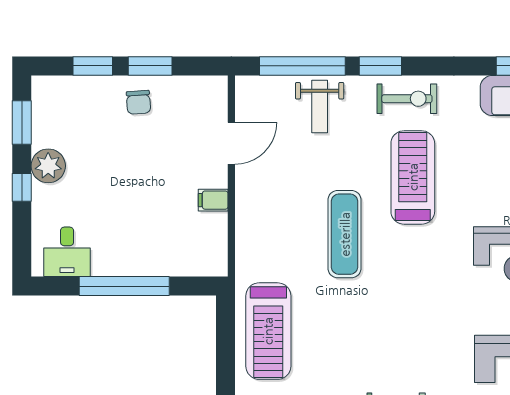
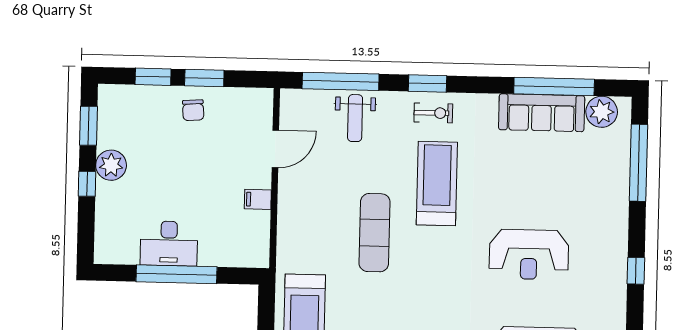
window: (380, 66) -> (427, 83), moved
exercise bike: (407, 99) -> (433, 113), width x0.73, depth x0.72
desk: (67, 252) -> (169, 243), moved, width x1.37

